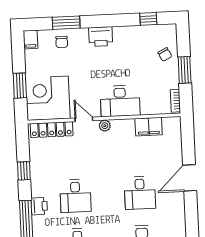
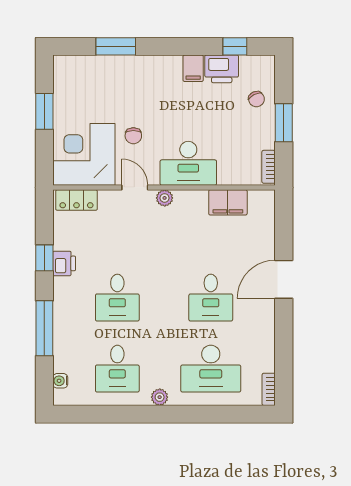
printer: (101, 37) -> (222, 69), moved
filing cabinet: (30, 40) -> (193, 68), moved
chair: (62, 42) -> (133, 136), moved
window: (20, 86) -> (44, 111), moved
locker: (52, 130) -> (76, 200), width x0.66
printer: (39, 206) -> (64, 263), moved

